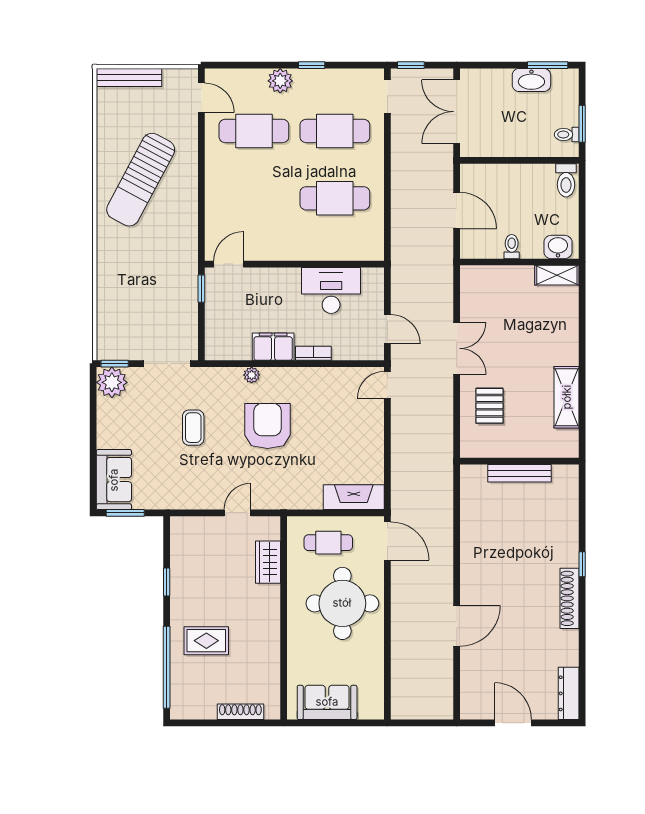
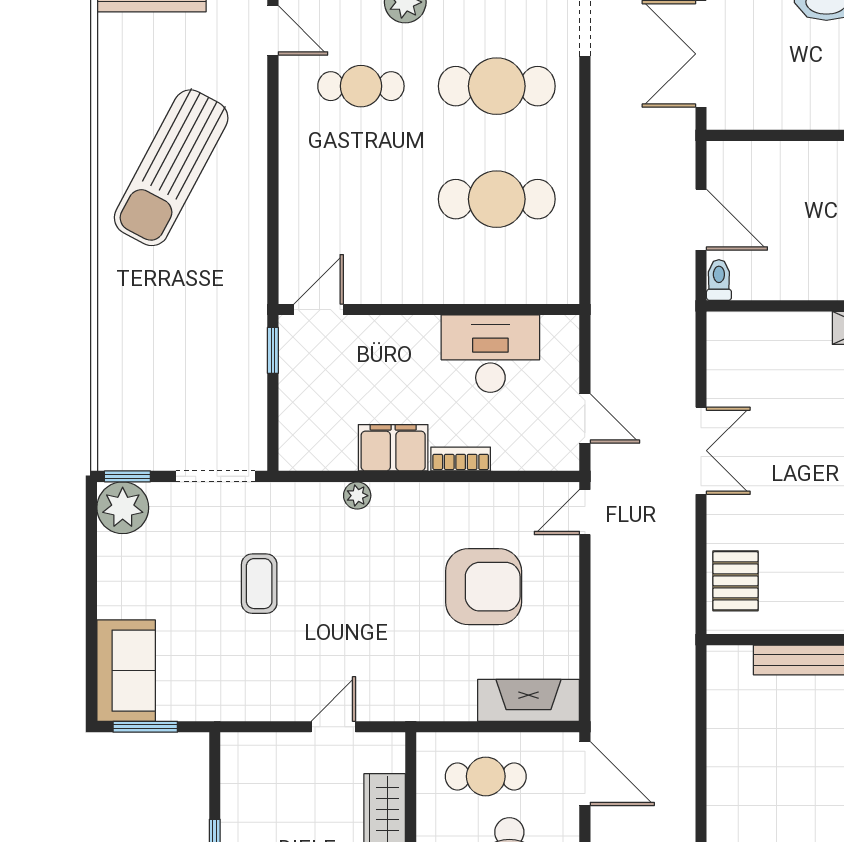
cafe table: (254, 131) -> (361, 86), width x0.73, depth x0.74
toilet: (512, 247) -> (719, 280), moved
pallet: (489, 406) -> (736, 581), moved
armchair: (268, 426) -> (484, 587), moved, turned 90

